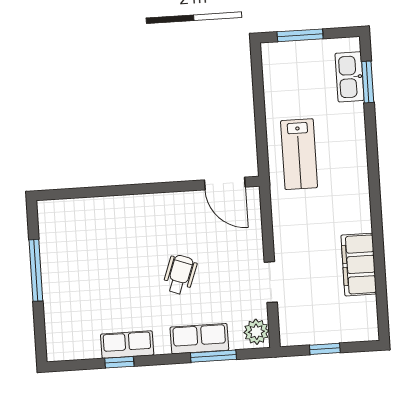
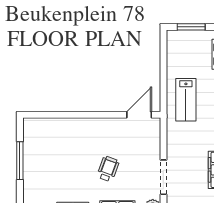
door: (225, 183) -> (139, 115), swing flipped
doorway: (271, 282) -> (163, 177), width x1.38

